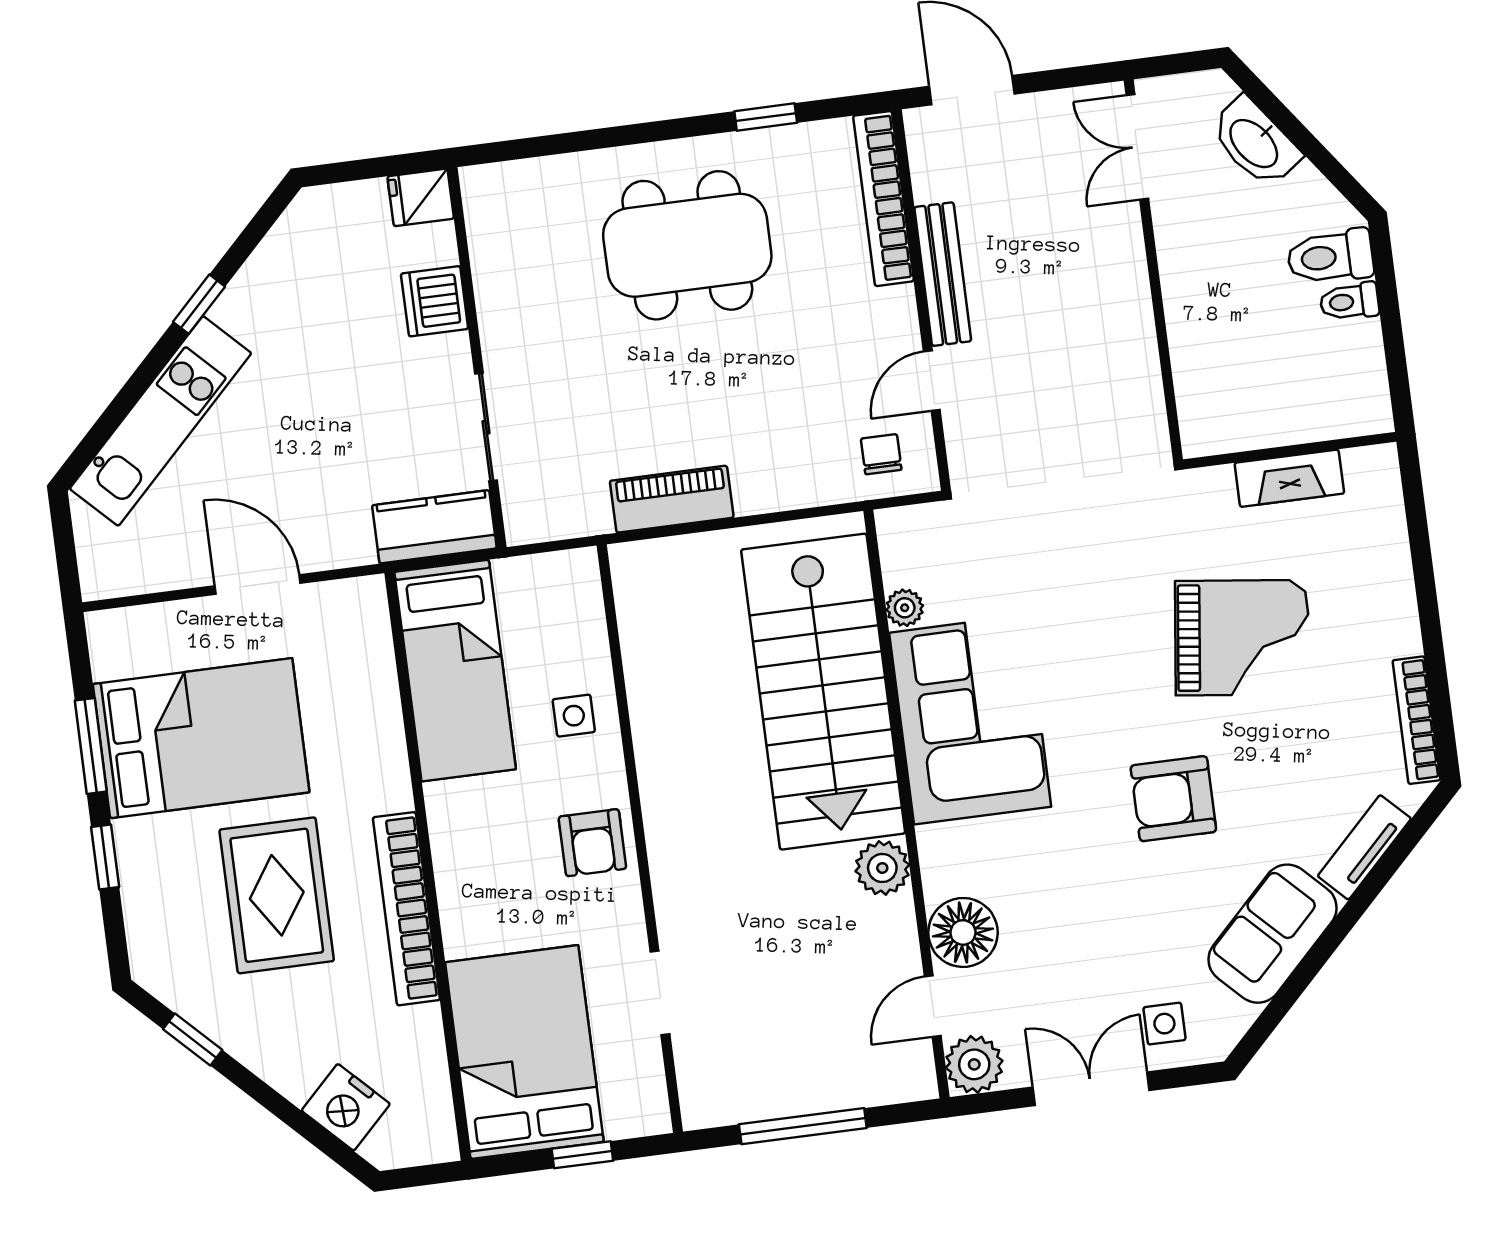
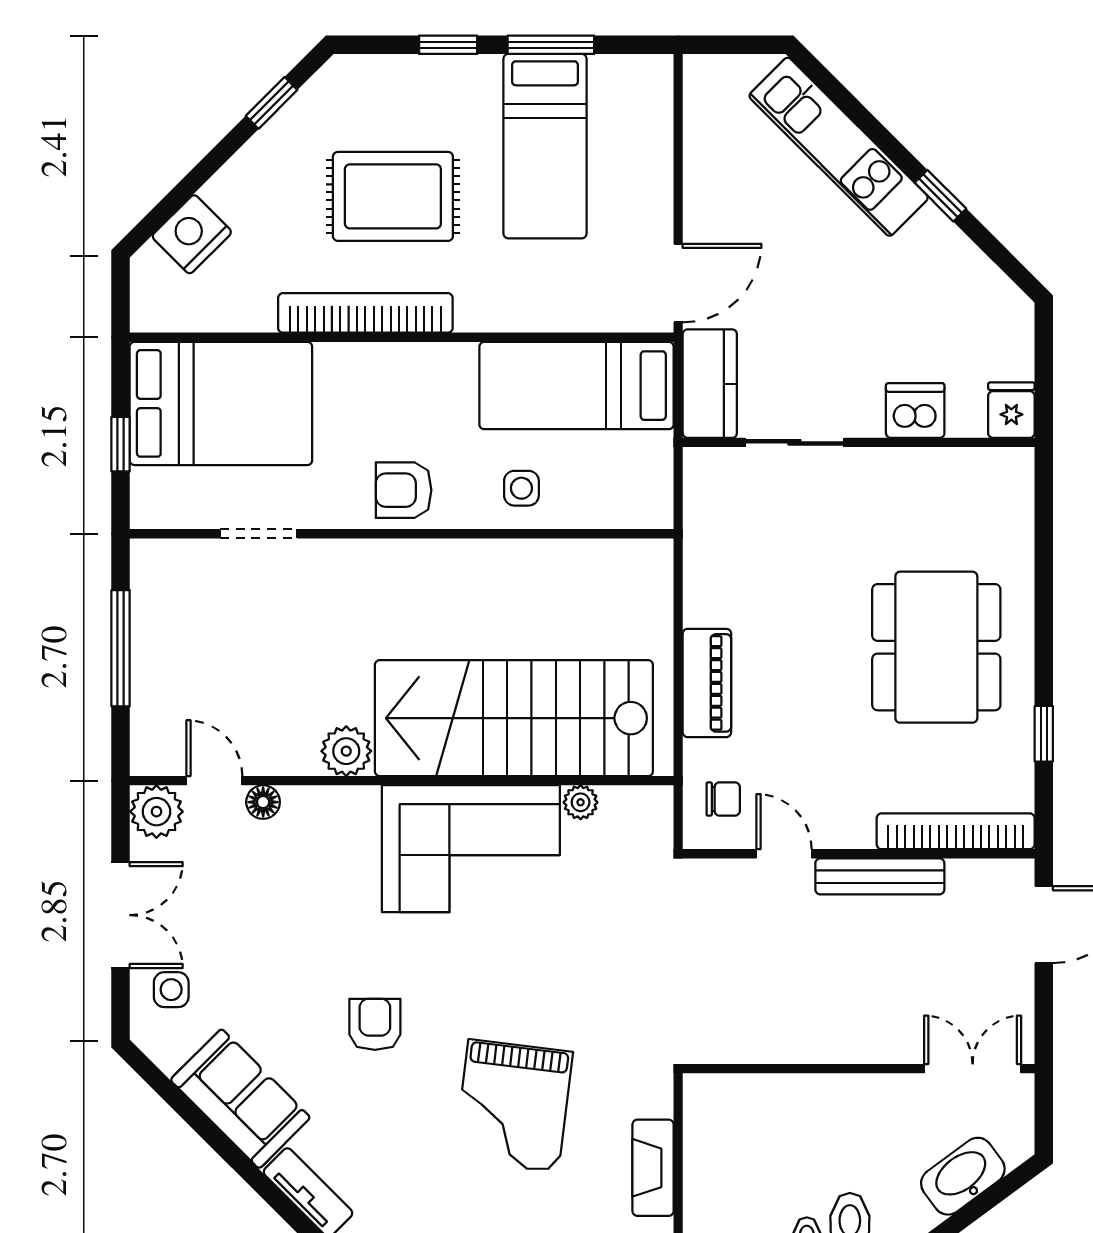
piano: (672, 499) -> (707, 683), moved
door: (258, 585) -> (678, 283), moved
bed: (201, 738) -> (545, 146), width x0.67
armchair: (1173, 799) -> (375, 1024), width x0.72, depth x0.72
floor lamp: (963, 932) -> (263, 802), width x0.53, depth x0.53

